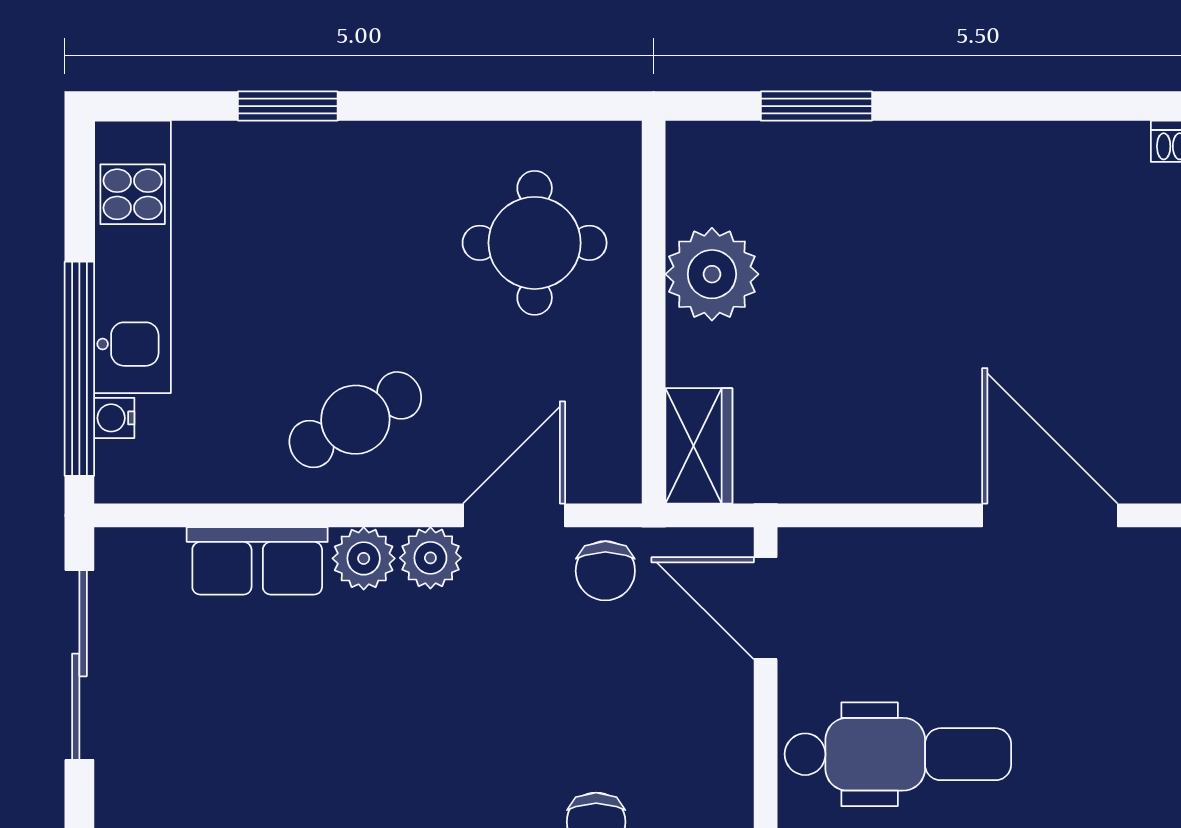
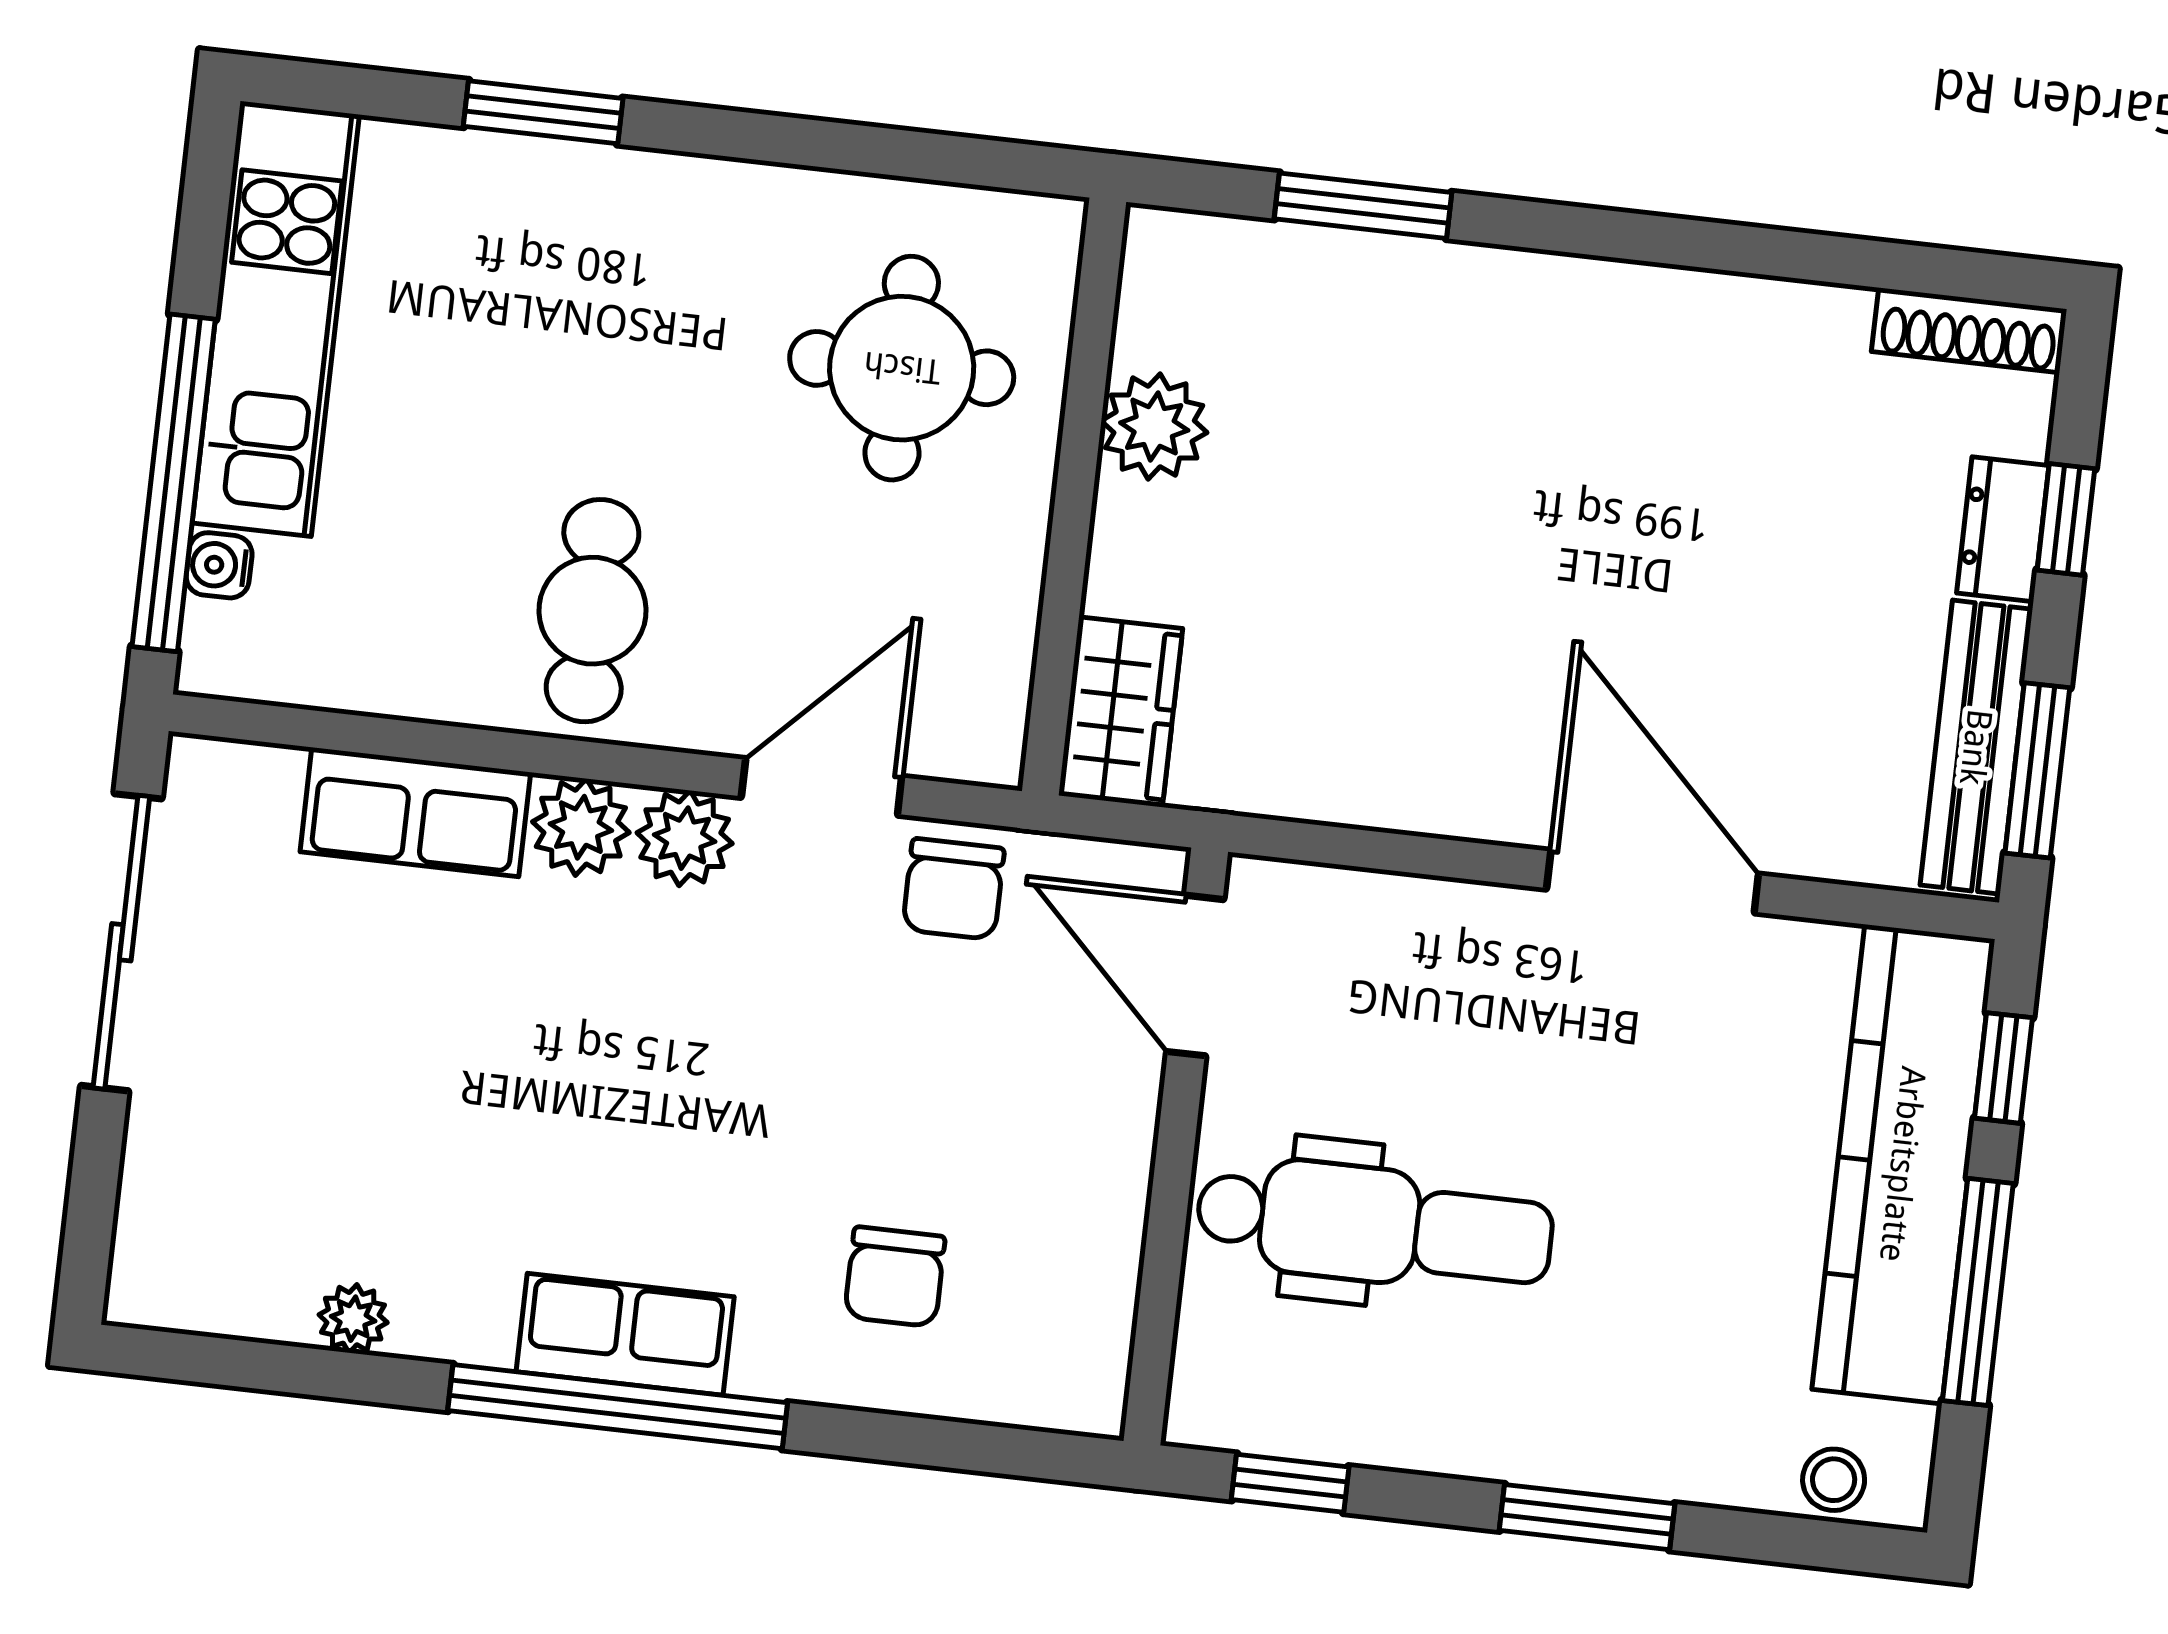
plant: (712, 274) -> (1154, 427), width x0.73, depth x0.73
cafe table: (355, 420) -> (593, 611), turned -61

